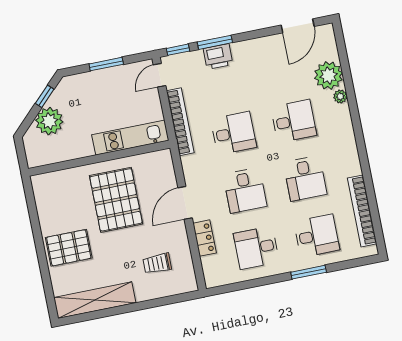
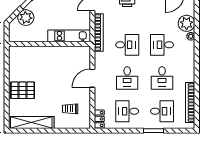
desk: (294, 121) -> (162, 45), turned 180
pallet: (116, 200) -> (54, 69), removed
locker: (205, 238) -> (99, 119), moved

